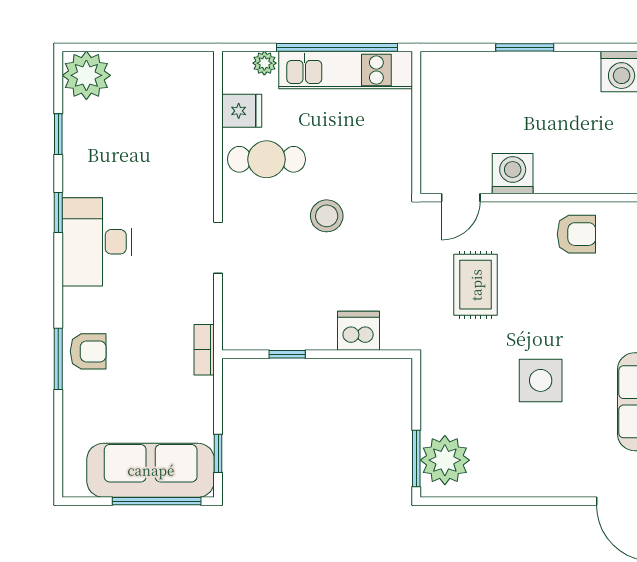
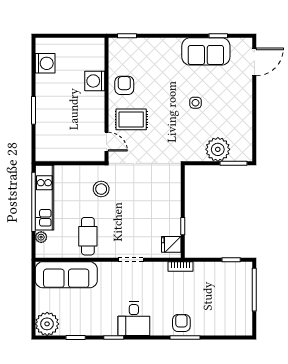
fridge: (242, 111) -> (171, 244), moved, turned -90
washing machine: (513, 174) -> (95, 81), moved
stool: (327, 216) -> (101, 189), moved
desk: (97, 242) -> (134, 319), width x0.73
rug: (476, 285) -> (131, 119), moved
dishwasher: (358, 331) -> (171, 191), removed
side table: (541, 380) -> (195, 103), width x0.54, depth x0.54
plant: (445, 460) -> (218, 149), moved
sofa: (151, 470) -> (66, 275), moved, turned -90

